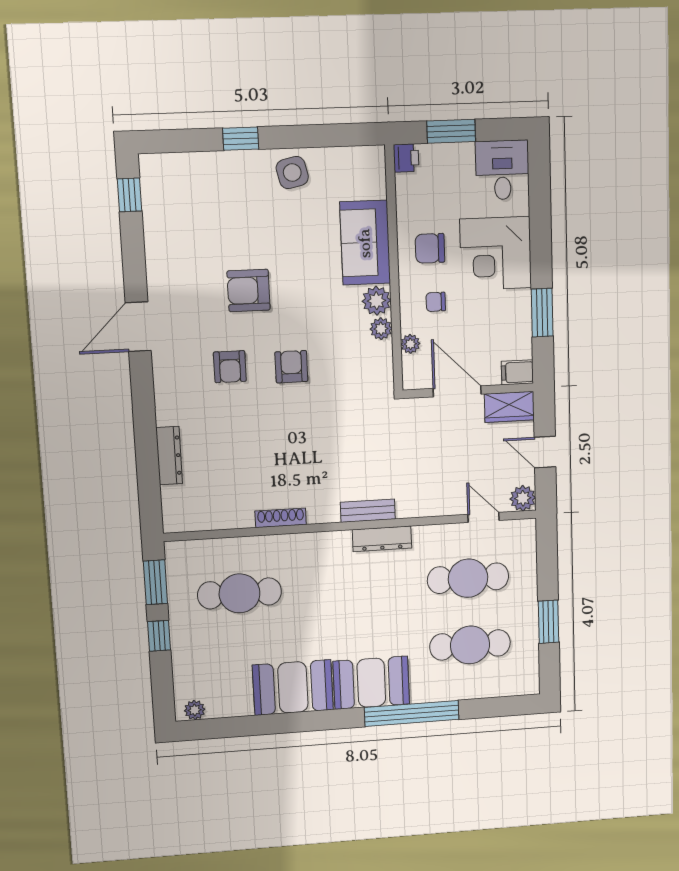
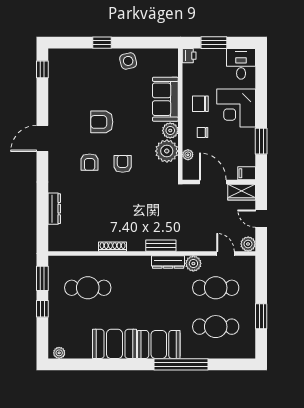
plant: (381, 329) -> (167, 151), width x1.88, depth x1.88
plant: (427, 539) -> (193, 264), added

